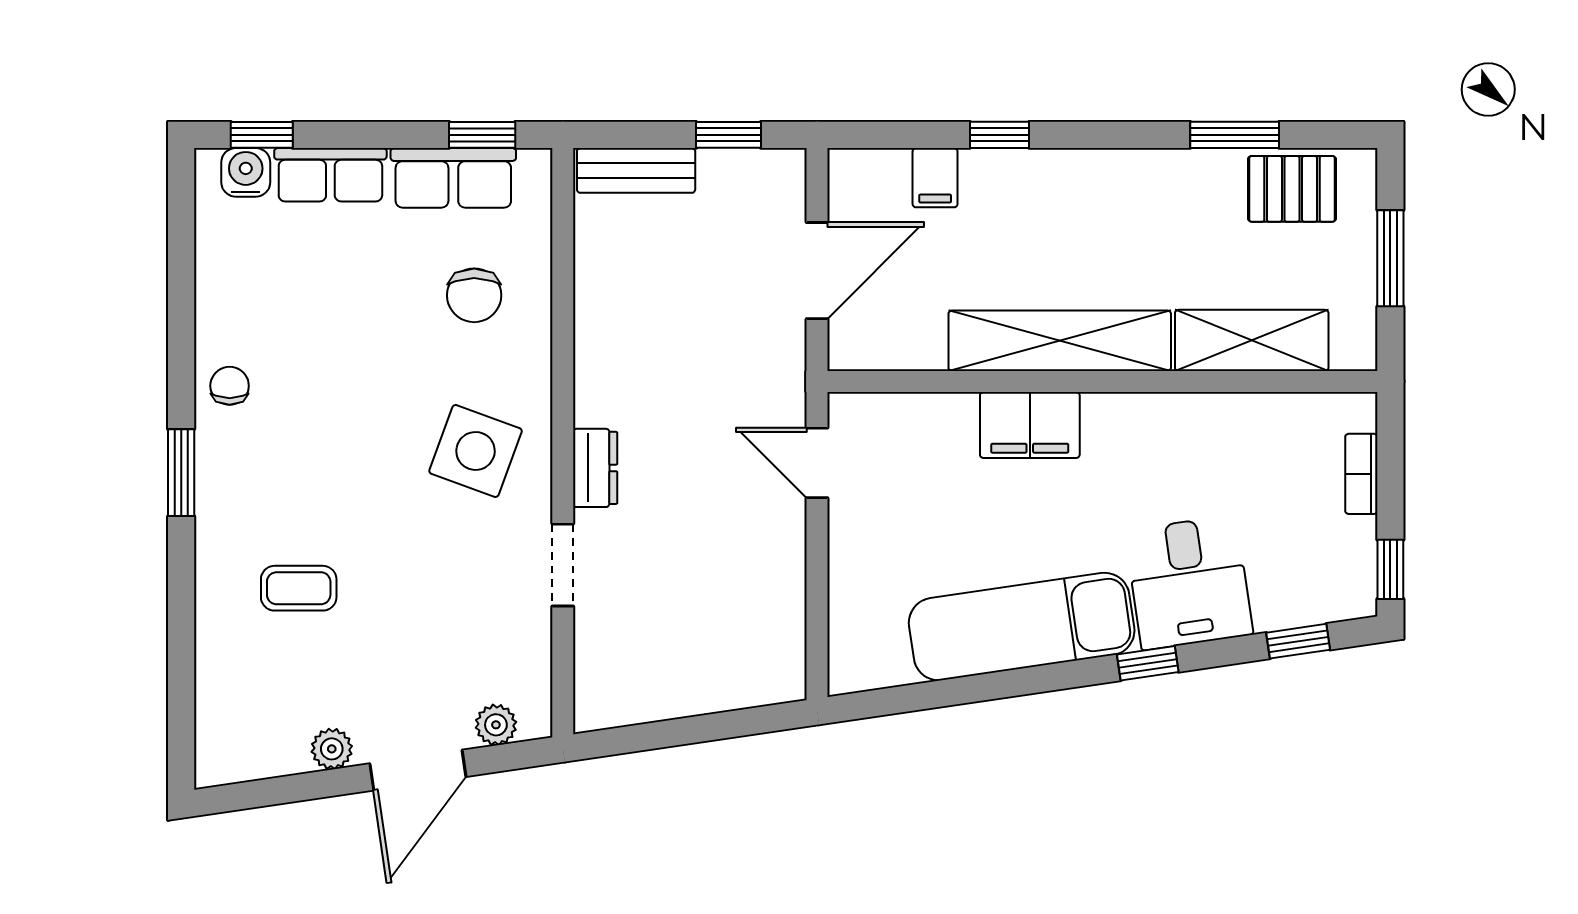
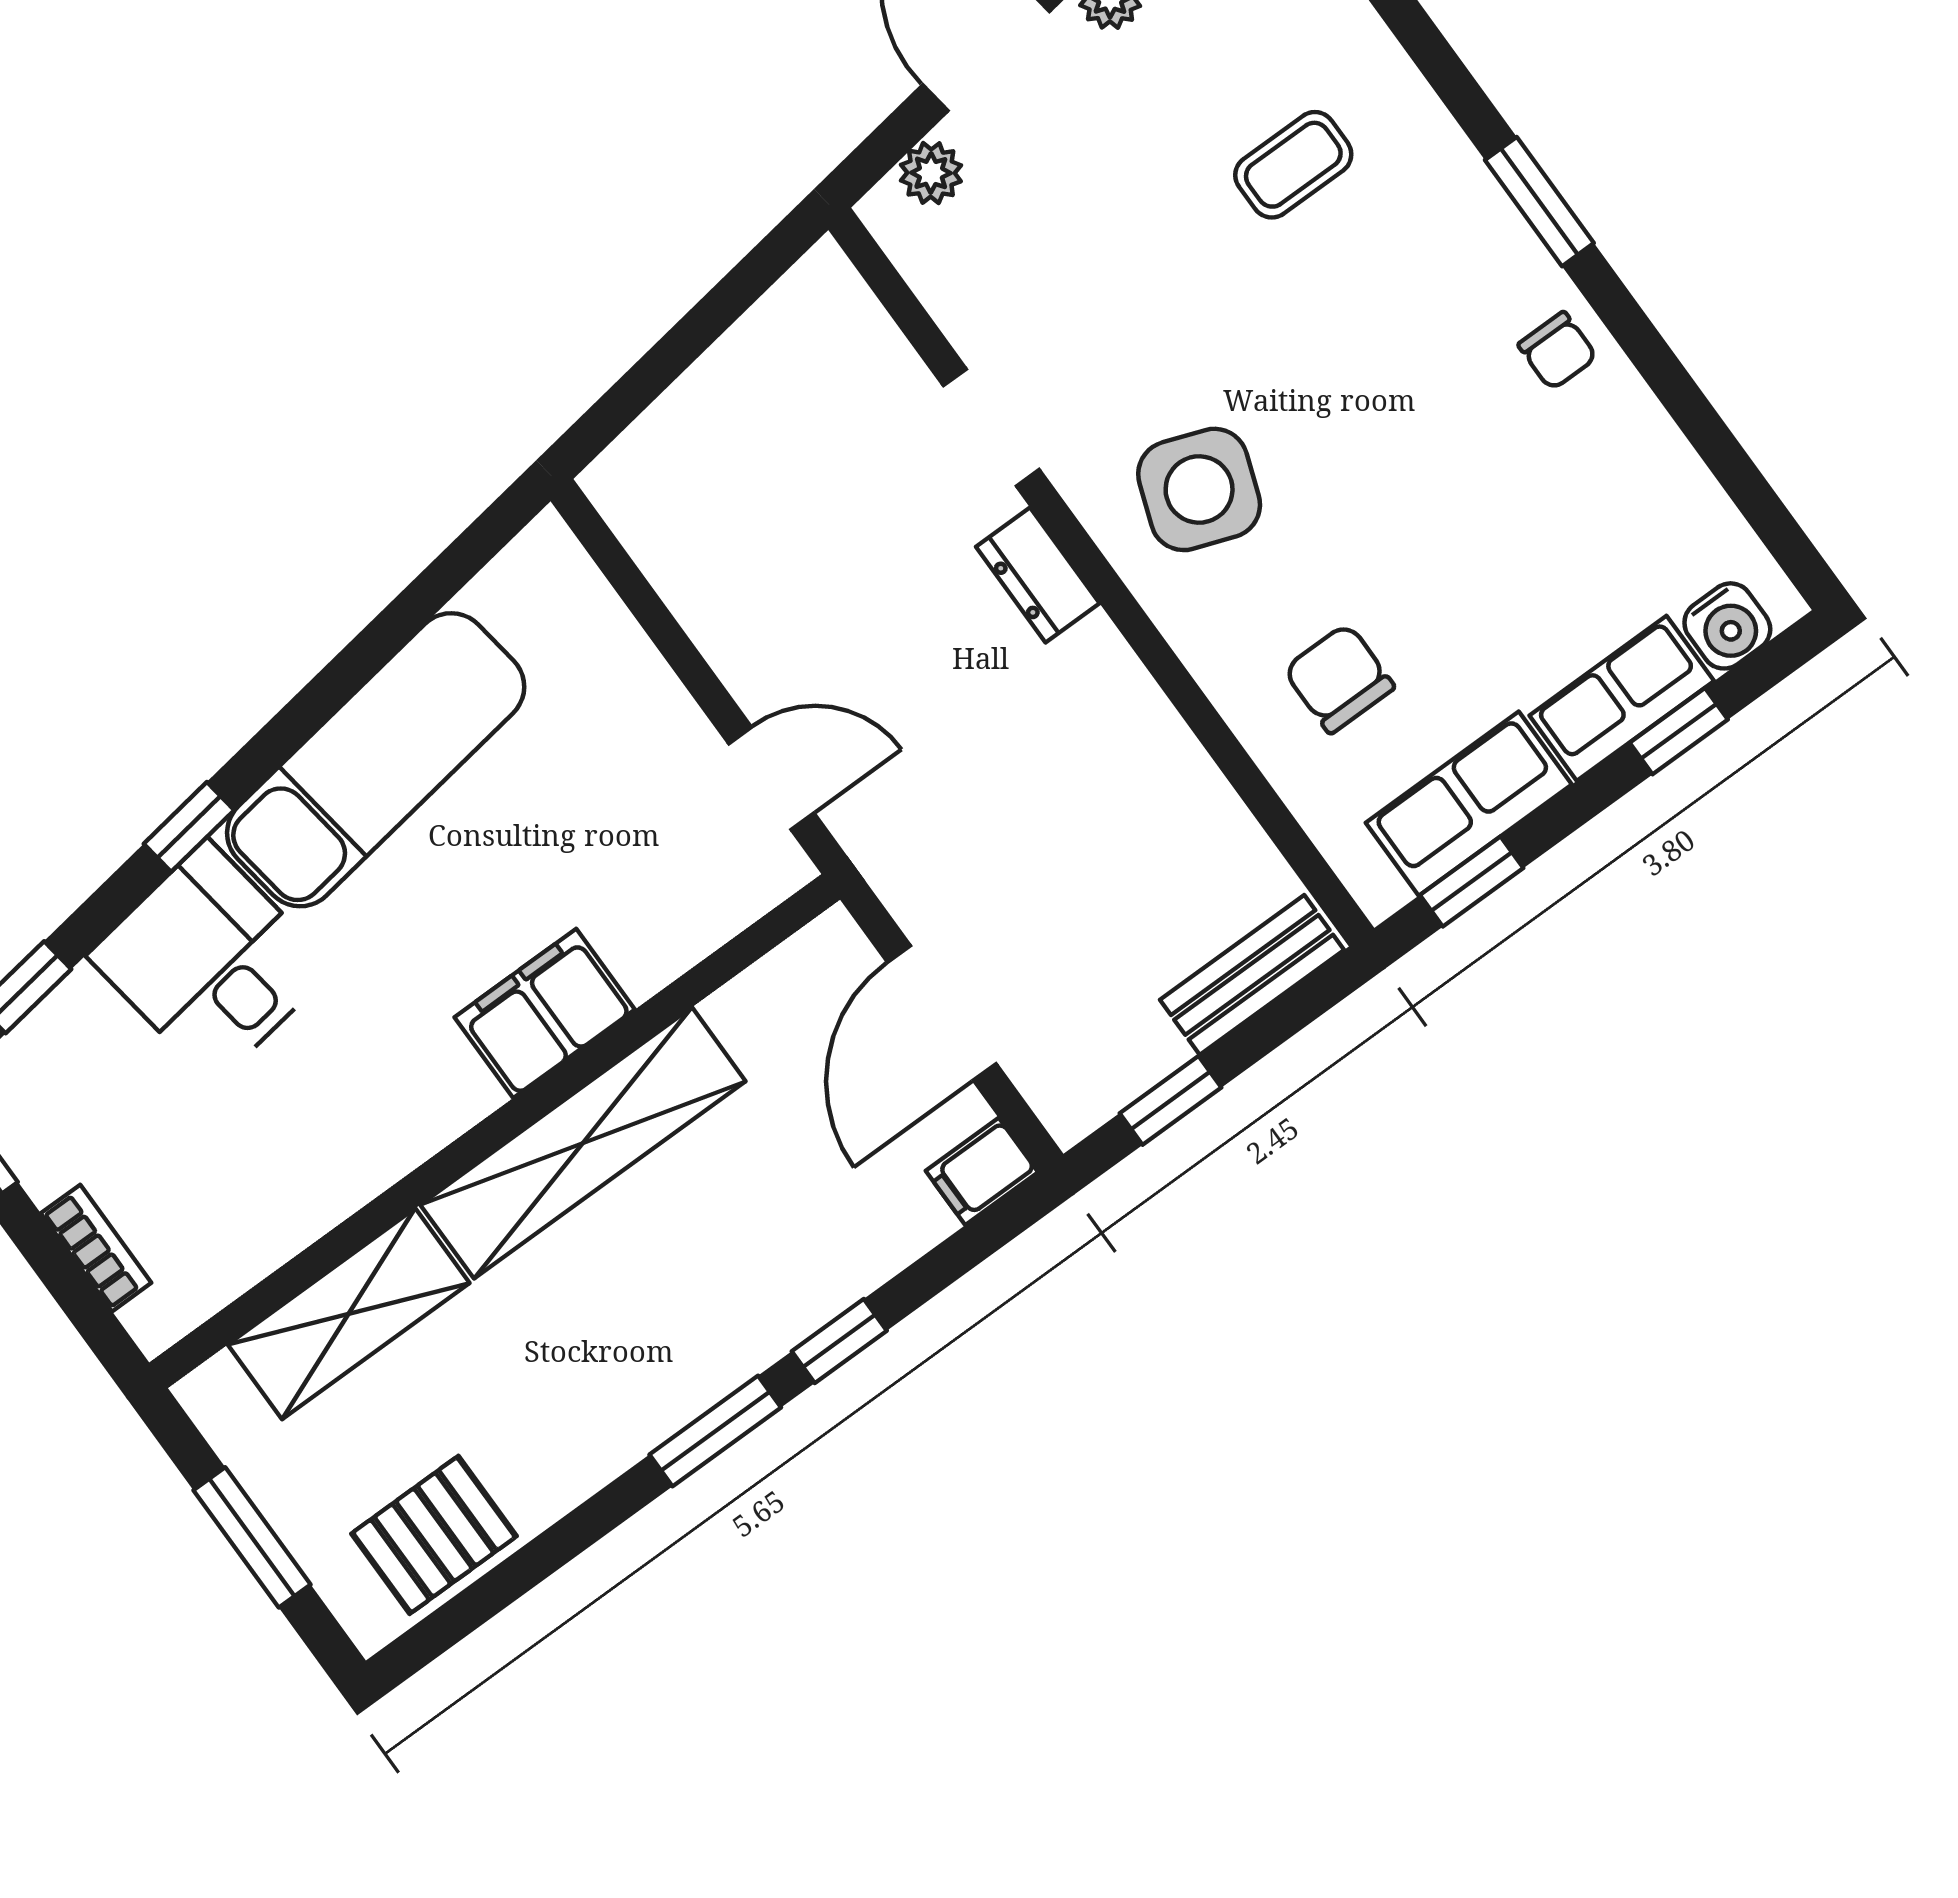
window: (262, 135) -> (1679, 731), moved
window: (1235, 135) -> (715, 1431), moved
filing cabinet: (935, 178) -> (982, 1171), moved, turned -90

